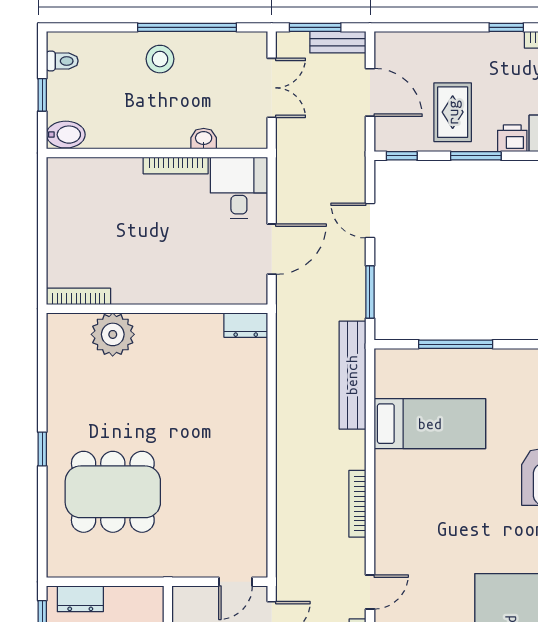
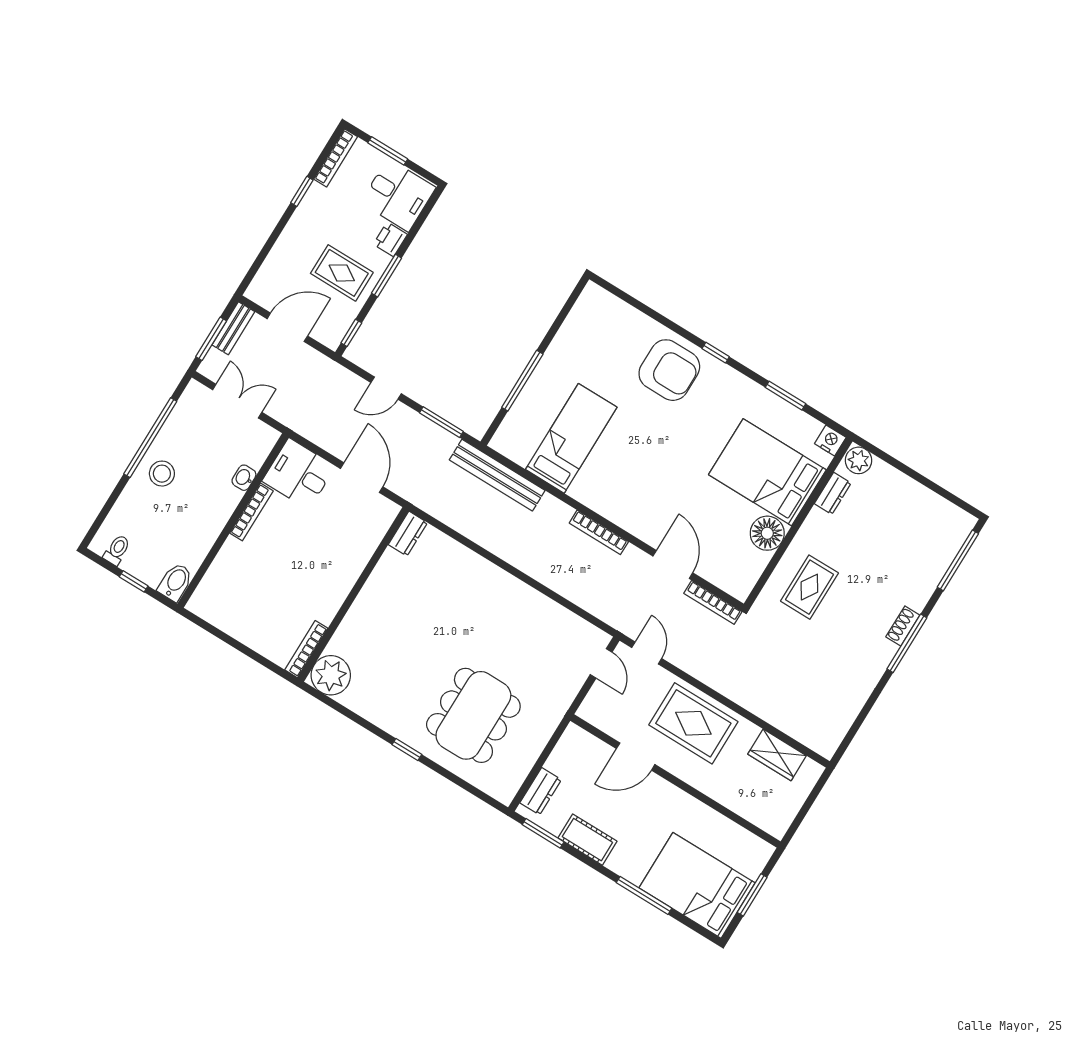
plant: (113, 334) -> (331, 675), moved
door: (370, 592) -> (673, 564), width x1.38

